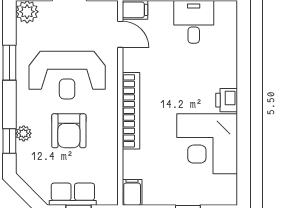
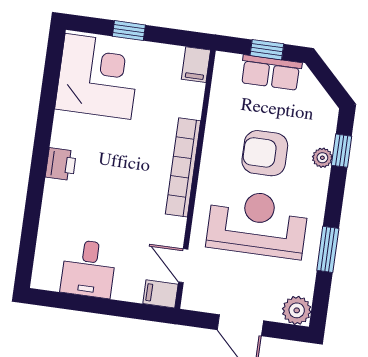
armchair: (69, 131) -> (265, 153), turned -90
corner desk: (207, 144) -> (98, 76), moved

